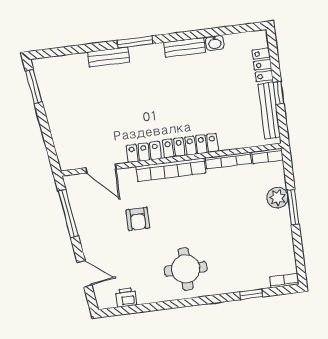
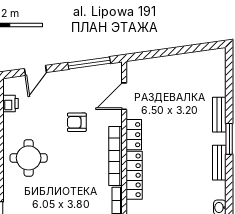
bench: (185, 47) -> (219, 163), moved
window: (34, 86) -> (202, 47), removed

